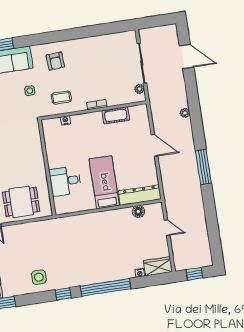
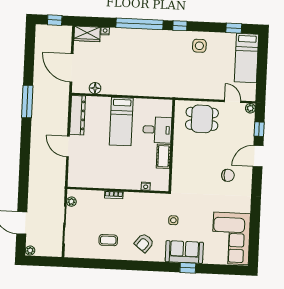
armchair: (55, 61) -> (144, 243), turned -138
coffee table: (61, 98) -> (108, 240), moved
plant: (185, 113) -> (30, 250), moved
cot: (116, 115) -> (163, 156), moved, turned 90
window: (203, 167) -> (27, 102), moved
dresser: (140, 195) -> (78, 115), moved, turned -90
door: (167, 228) -> (72, 68), width x1.87

